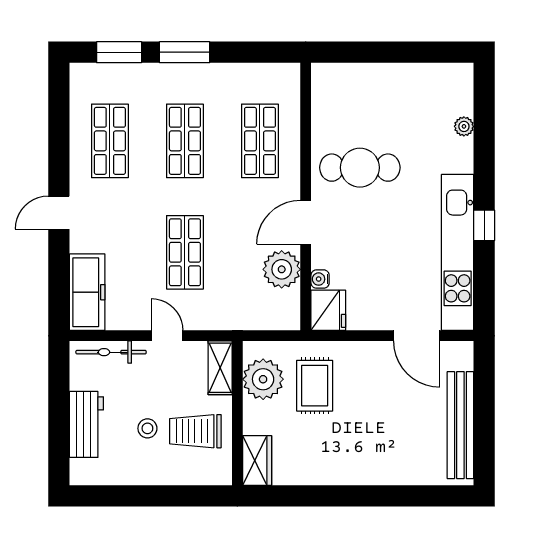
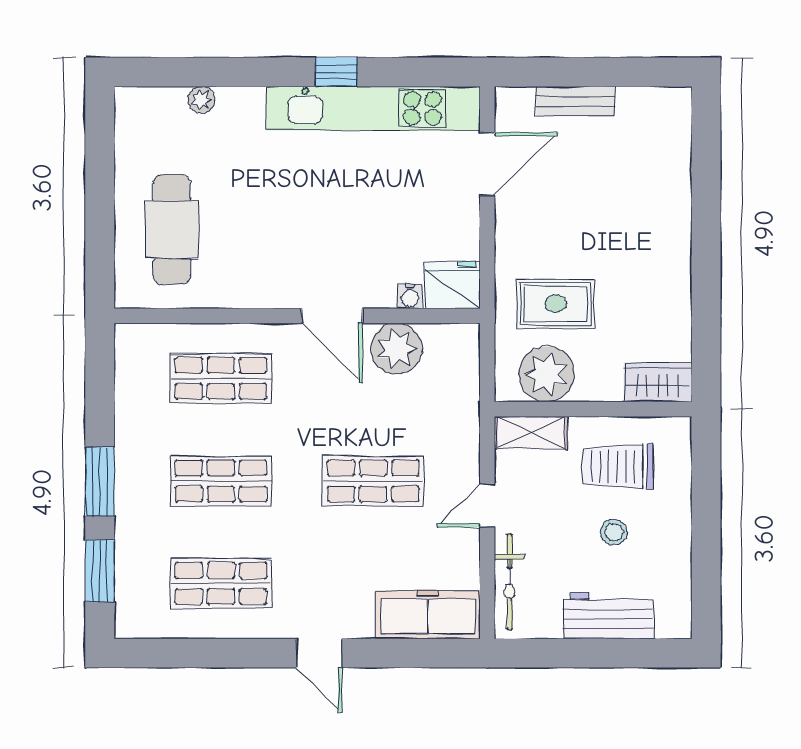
cafe table: (360, 168) -> (172, 229), moved
bench: (460, 425) -> (576, 101), width x0.54, depth x0.82
trolley: (195, 431) -> (618, 467), turned 90

